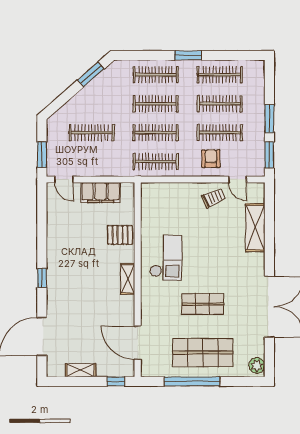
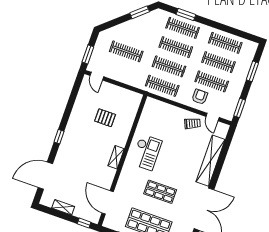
window: (188, 55) -> (186, 14), moved
window: (269, 119) -> (252, 71), moved
filing cabinet: (101, 193) -> (118, 93), removed
shelving: (255, 228) -> (210, 161), width x1.47
pallet: (120, 235) -> (105, 118), moved

